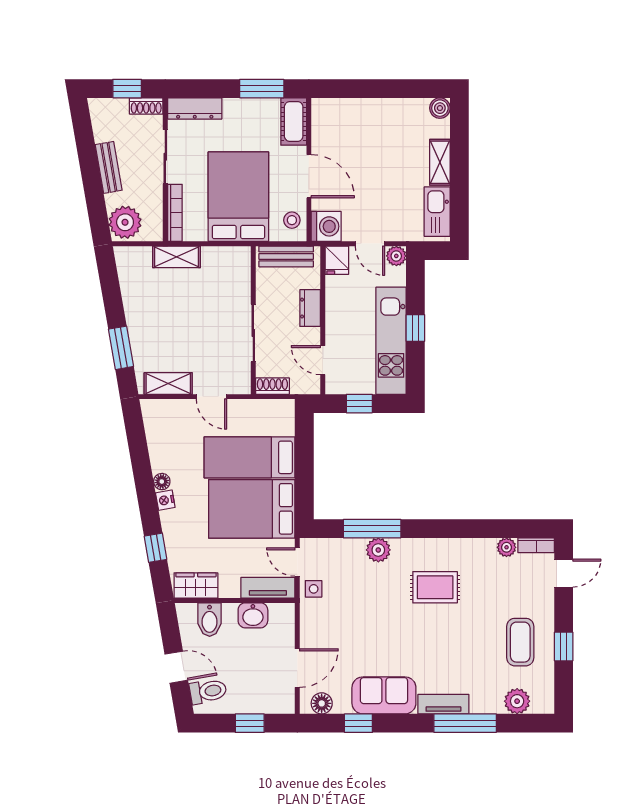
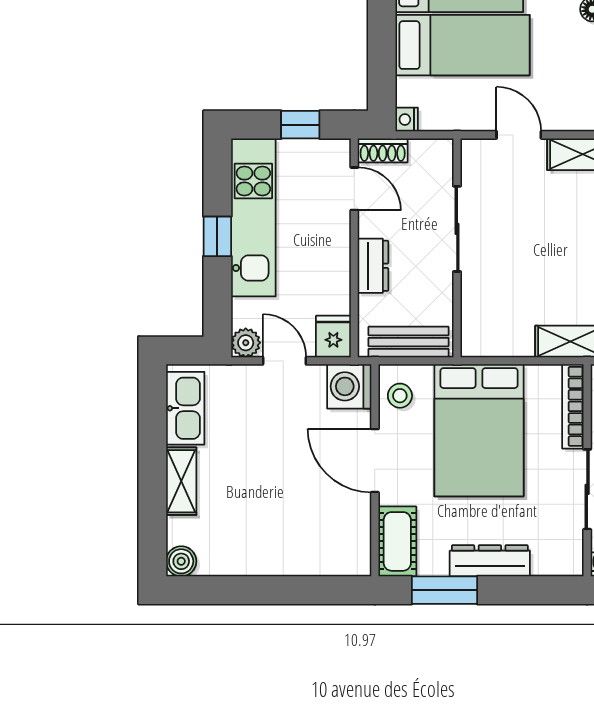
dresser: (195, 108) -> (490, 561), moved
shoe rack: (272, 386) -> (383, 150), moved
nightstand: (287, 407) -> (407, 119), added

